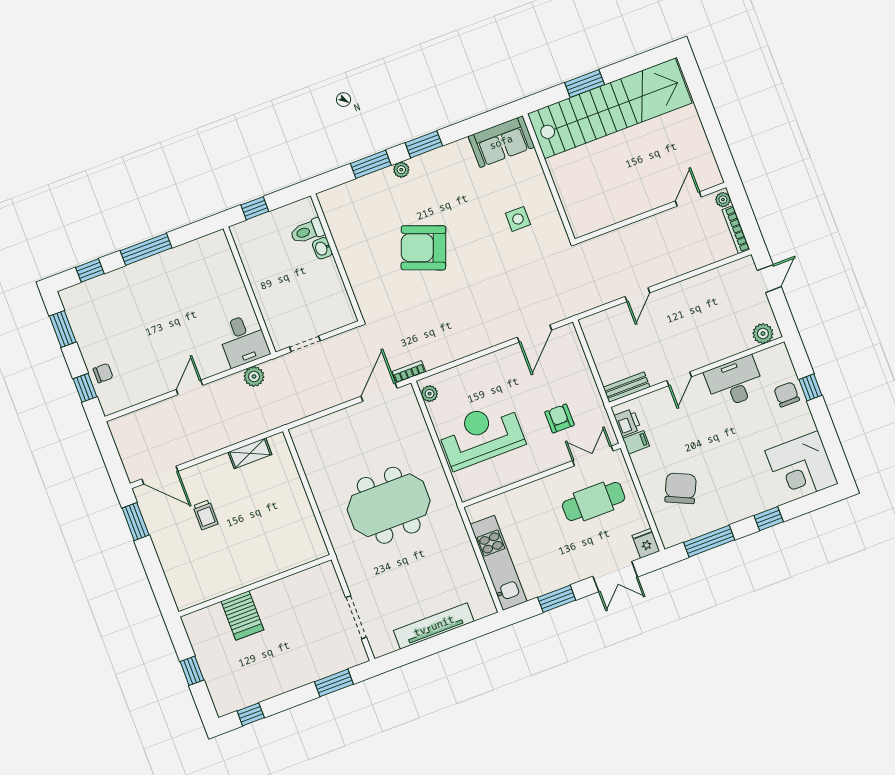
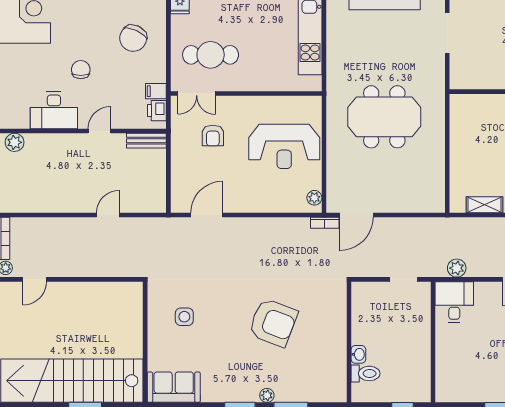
chair: (787, 394) -> (81, 70), moved, turned 180

